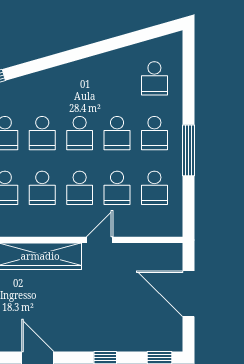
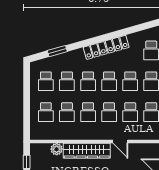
locker: (74, 73) -> (106, 47), added
door: (100, 240) -> (120, 141), swing flipped

